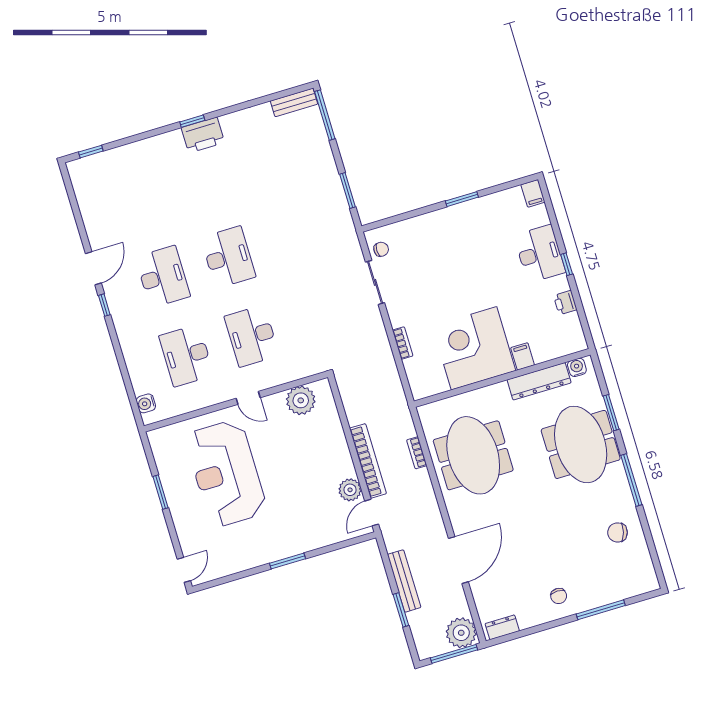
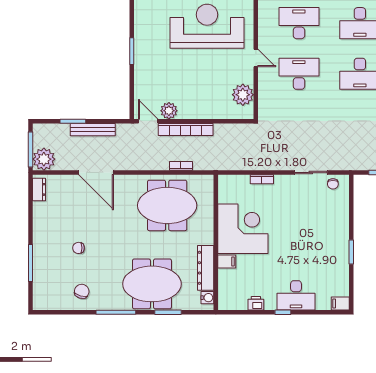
door: (248, 398) -> (256, 58), swing flipped
chair: (559, 596) -> (78, 248), moved

